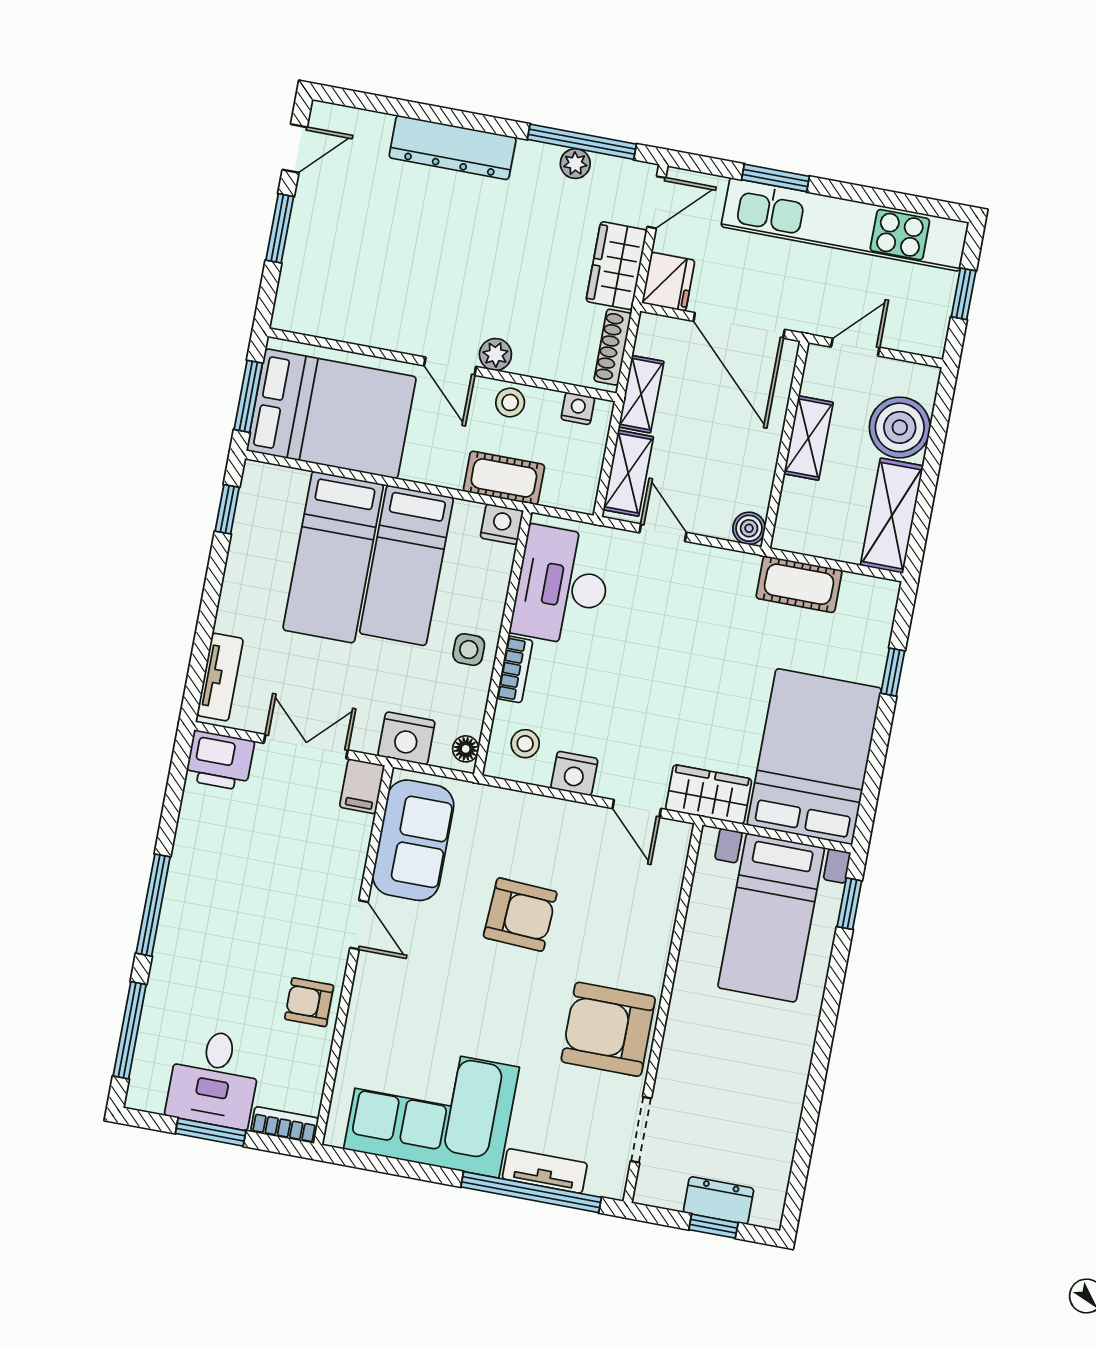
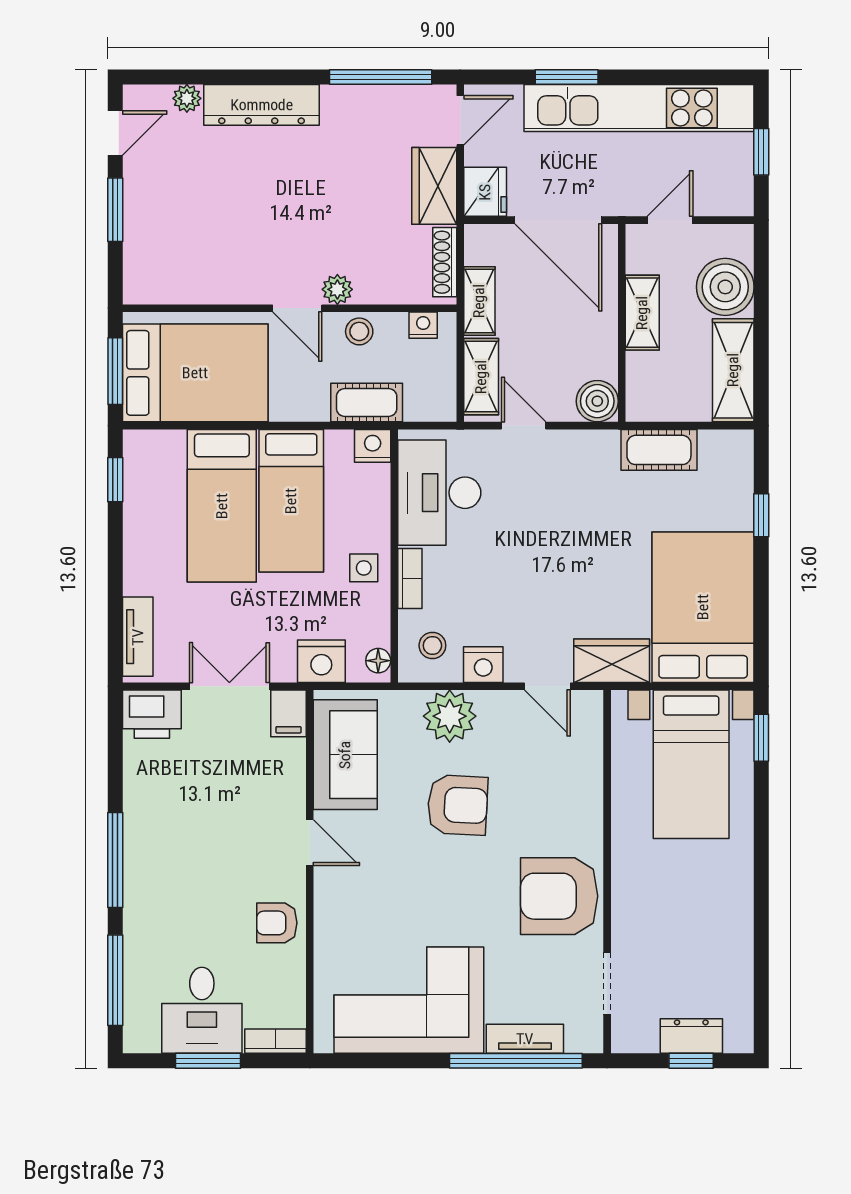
plant: (575, 164) -> (187, 98), moved
boiler: (749, 528) -> (597, 401), width x1.36, depth x1.36
plant: (529, 821) -> (450, 716), added

